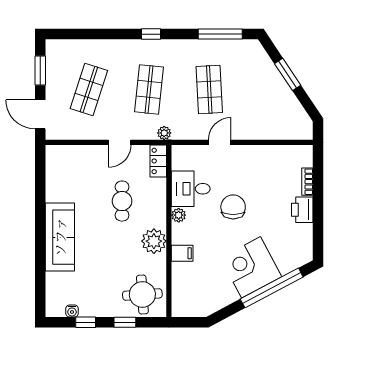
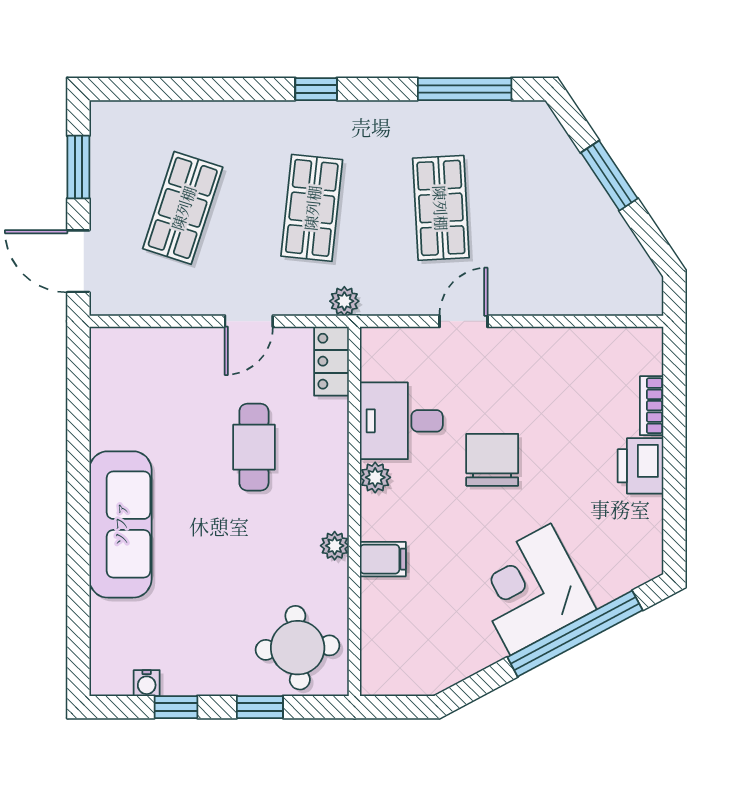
plant: (154, 241) -> (335, 546), width x0.53, depth x0.53

